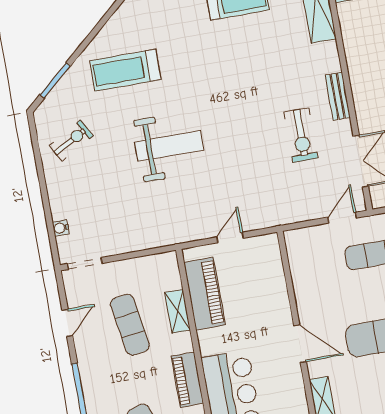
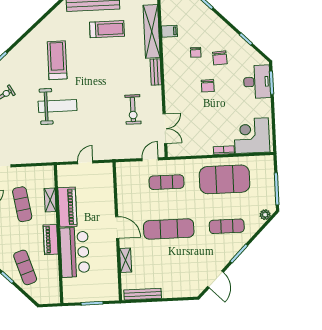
treadmill: (125, 70) -> (57, 60), moved, turned 90
bench: (338, 96) -> (156, 72), moved
piano: (205, 294) -> (67, 207), moved

